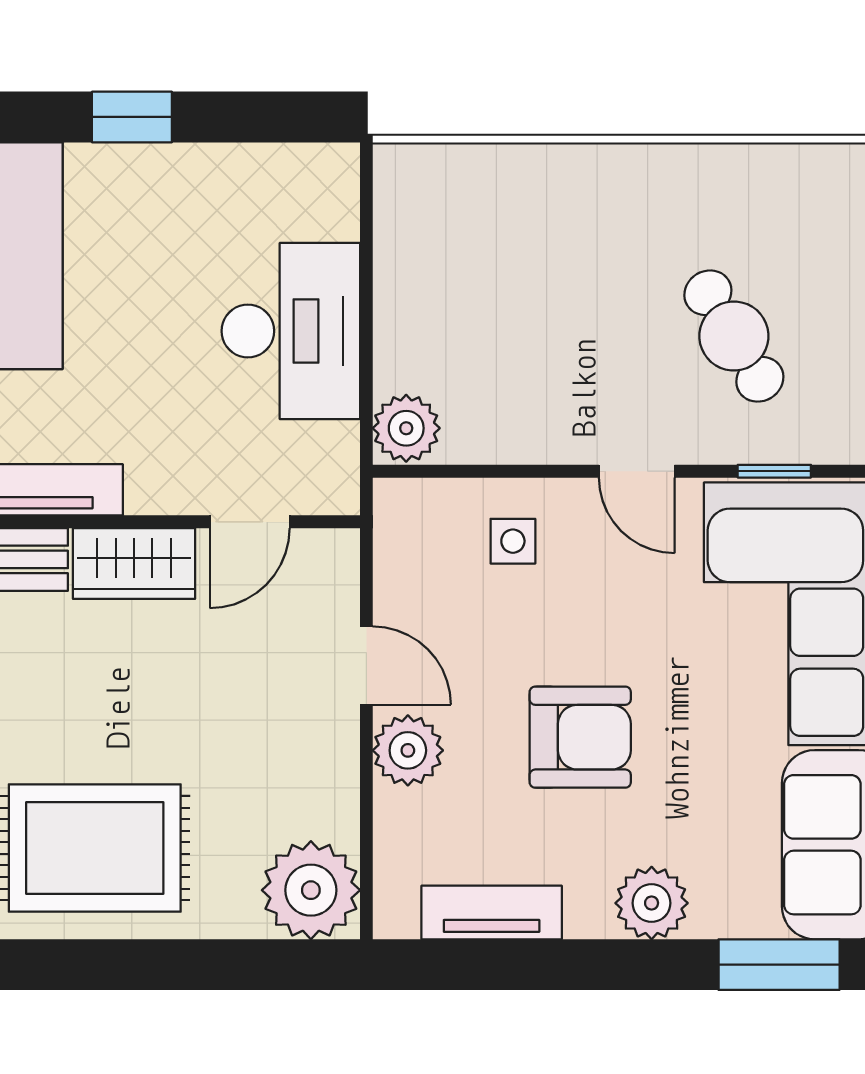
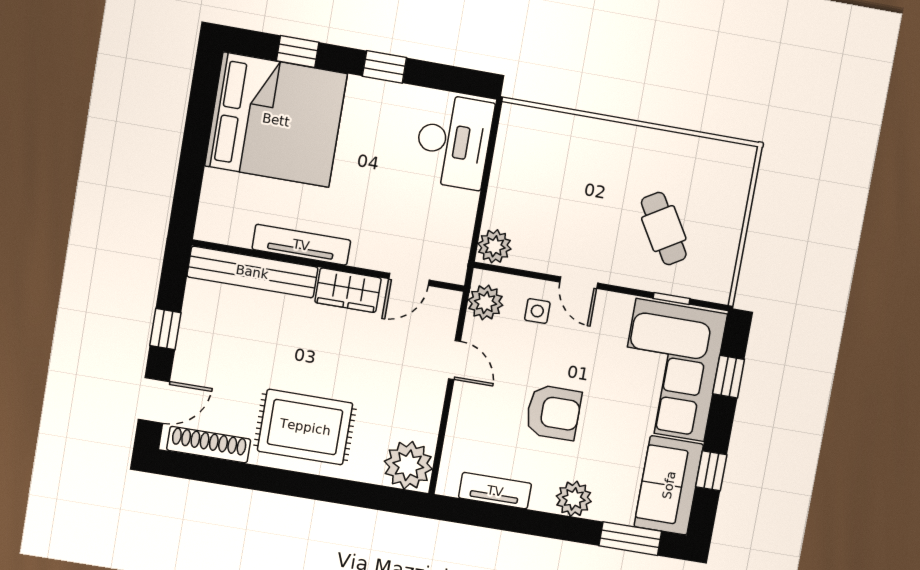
desk: (291, 331) -> (454, 141), moved
door: (637, 471) -> (579, 283), moved
plant: (408, 750) -> (485, 303), moved

